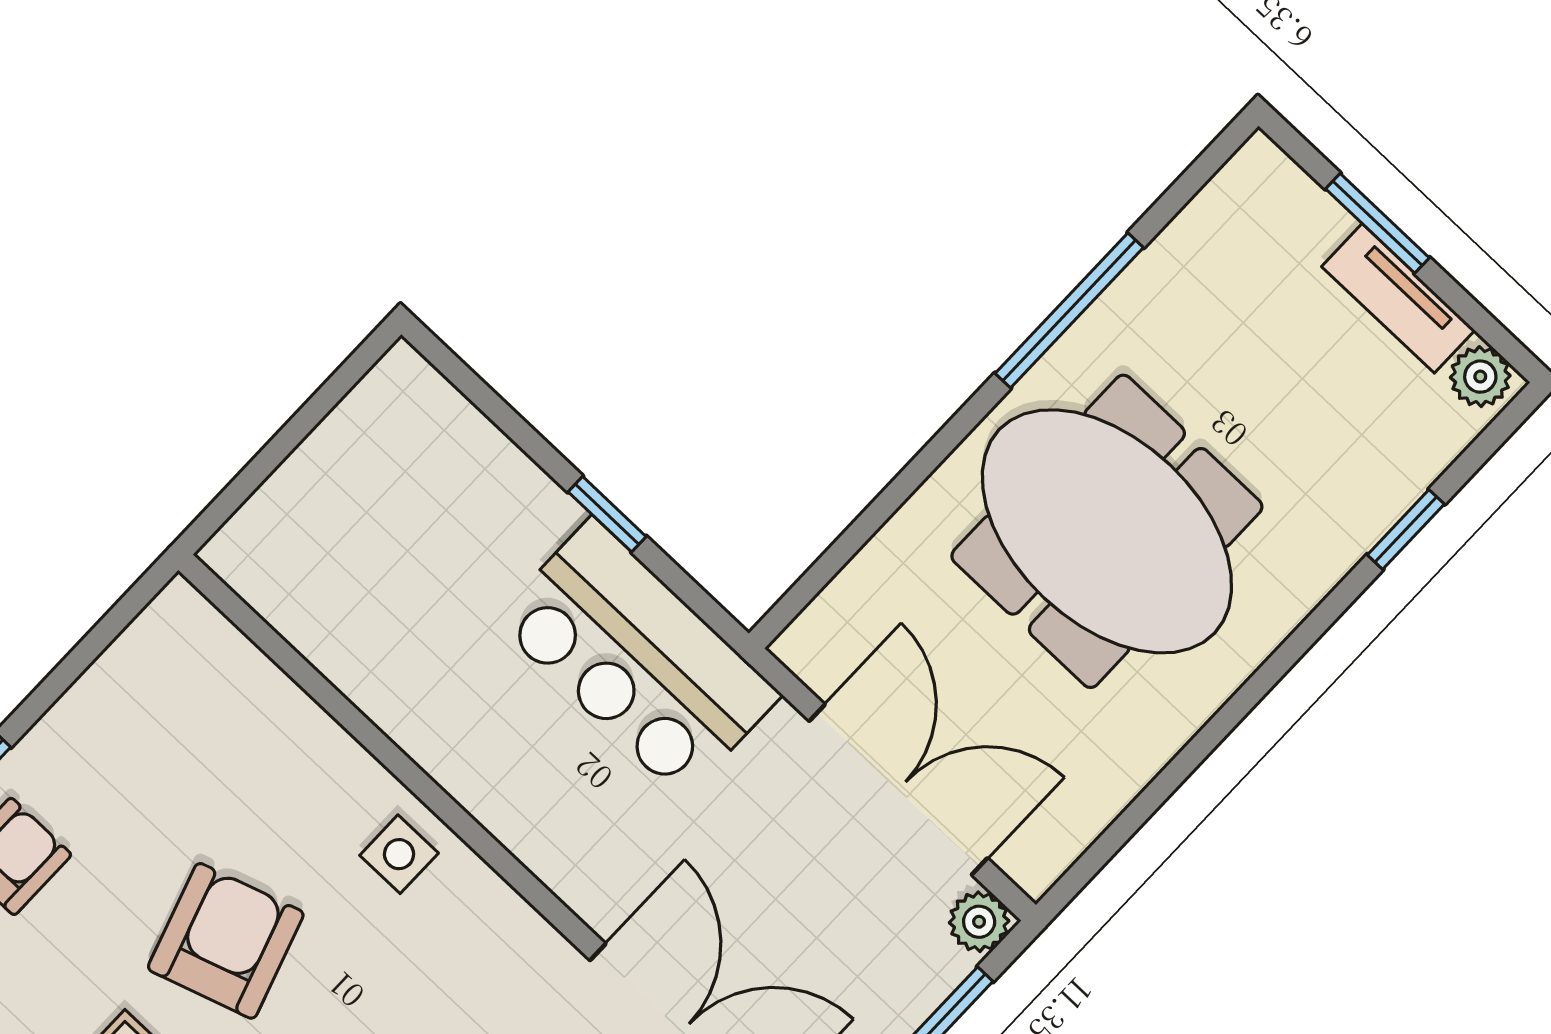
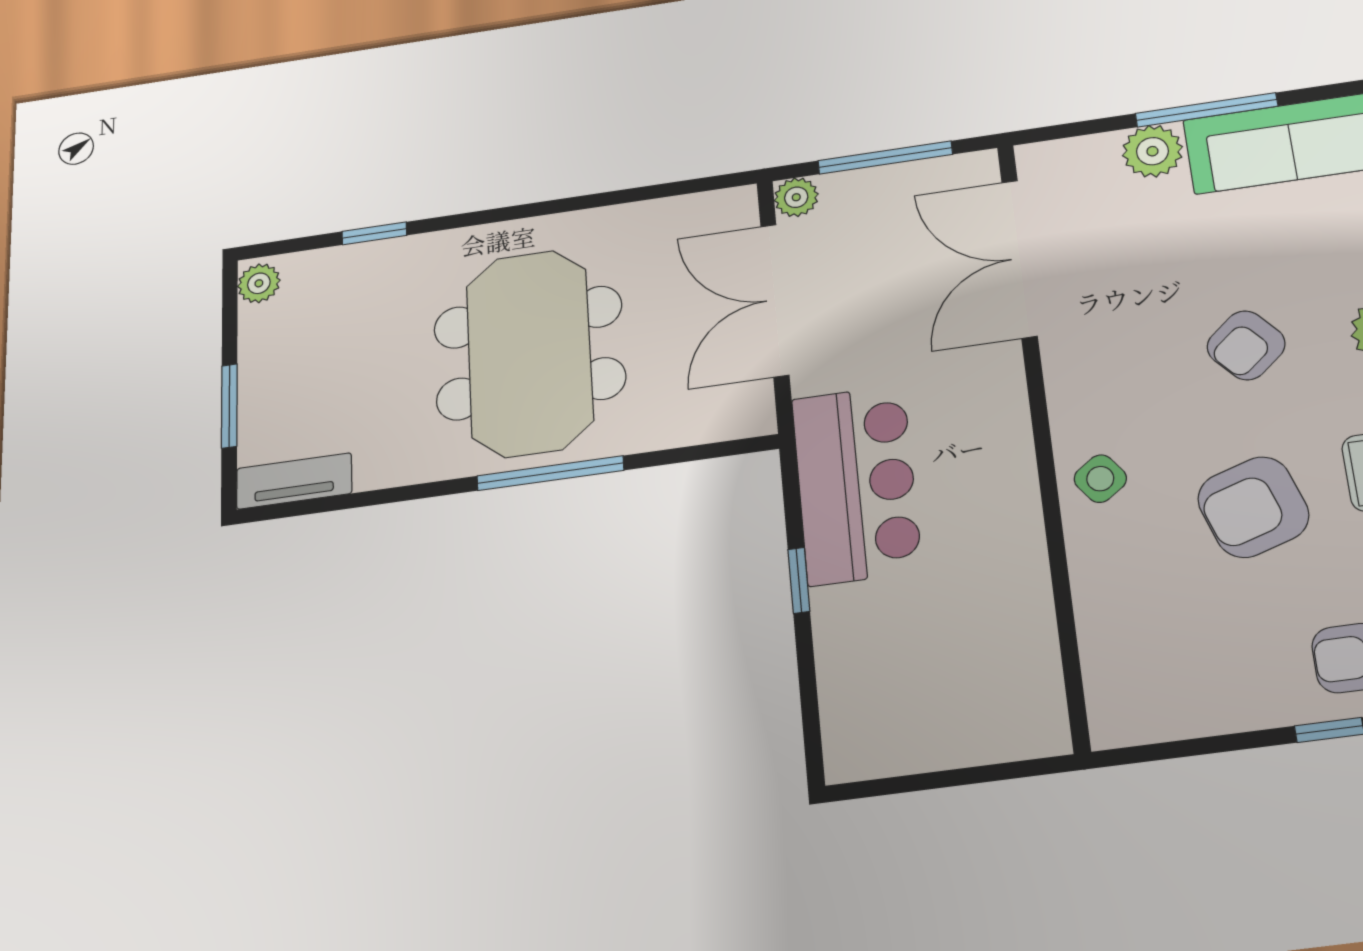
tv unit: (1398, 298) -> (294, 481), moved, turned -90
window: (1069, 310) -> (550, 473), moved
side table: (399, 854) -> (1100, 479), turned -36

